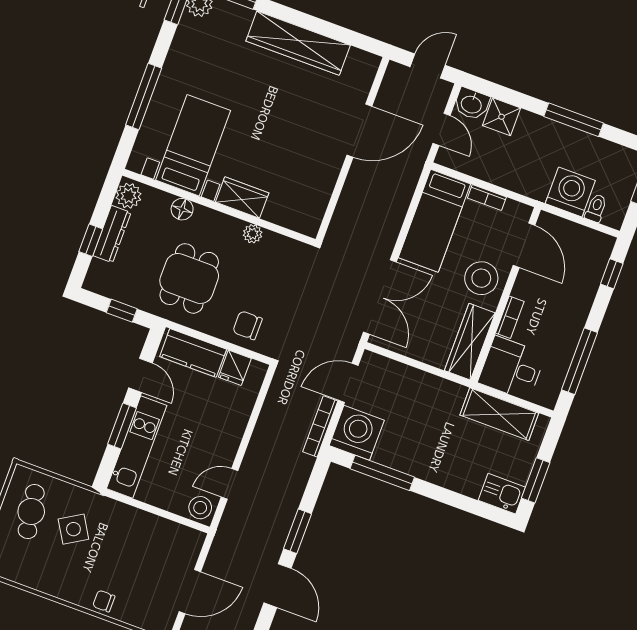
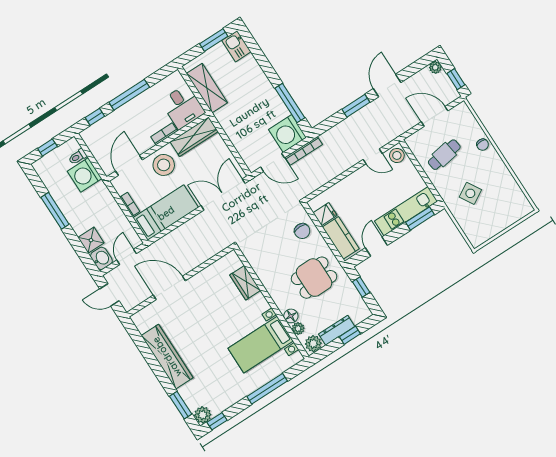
wardrobe: (242, 198) -> (245, 283), moved
plant: (253, 234) -> (298, 329), moved
window: (580, 361) -> (129, 95), moved
window: (122, 426) -> (420, 218), moved
cafe table: (31, 512) -> (444, 155), moved

